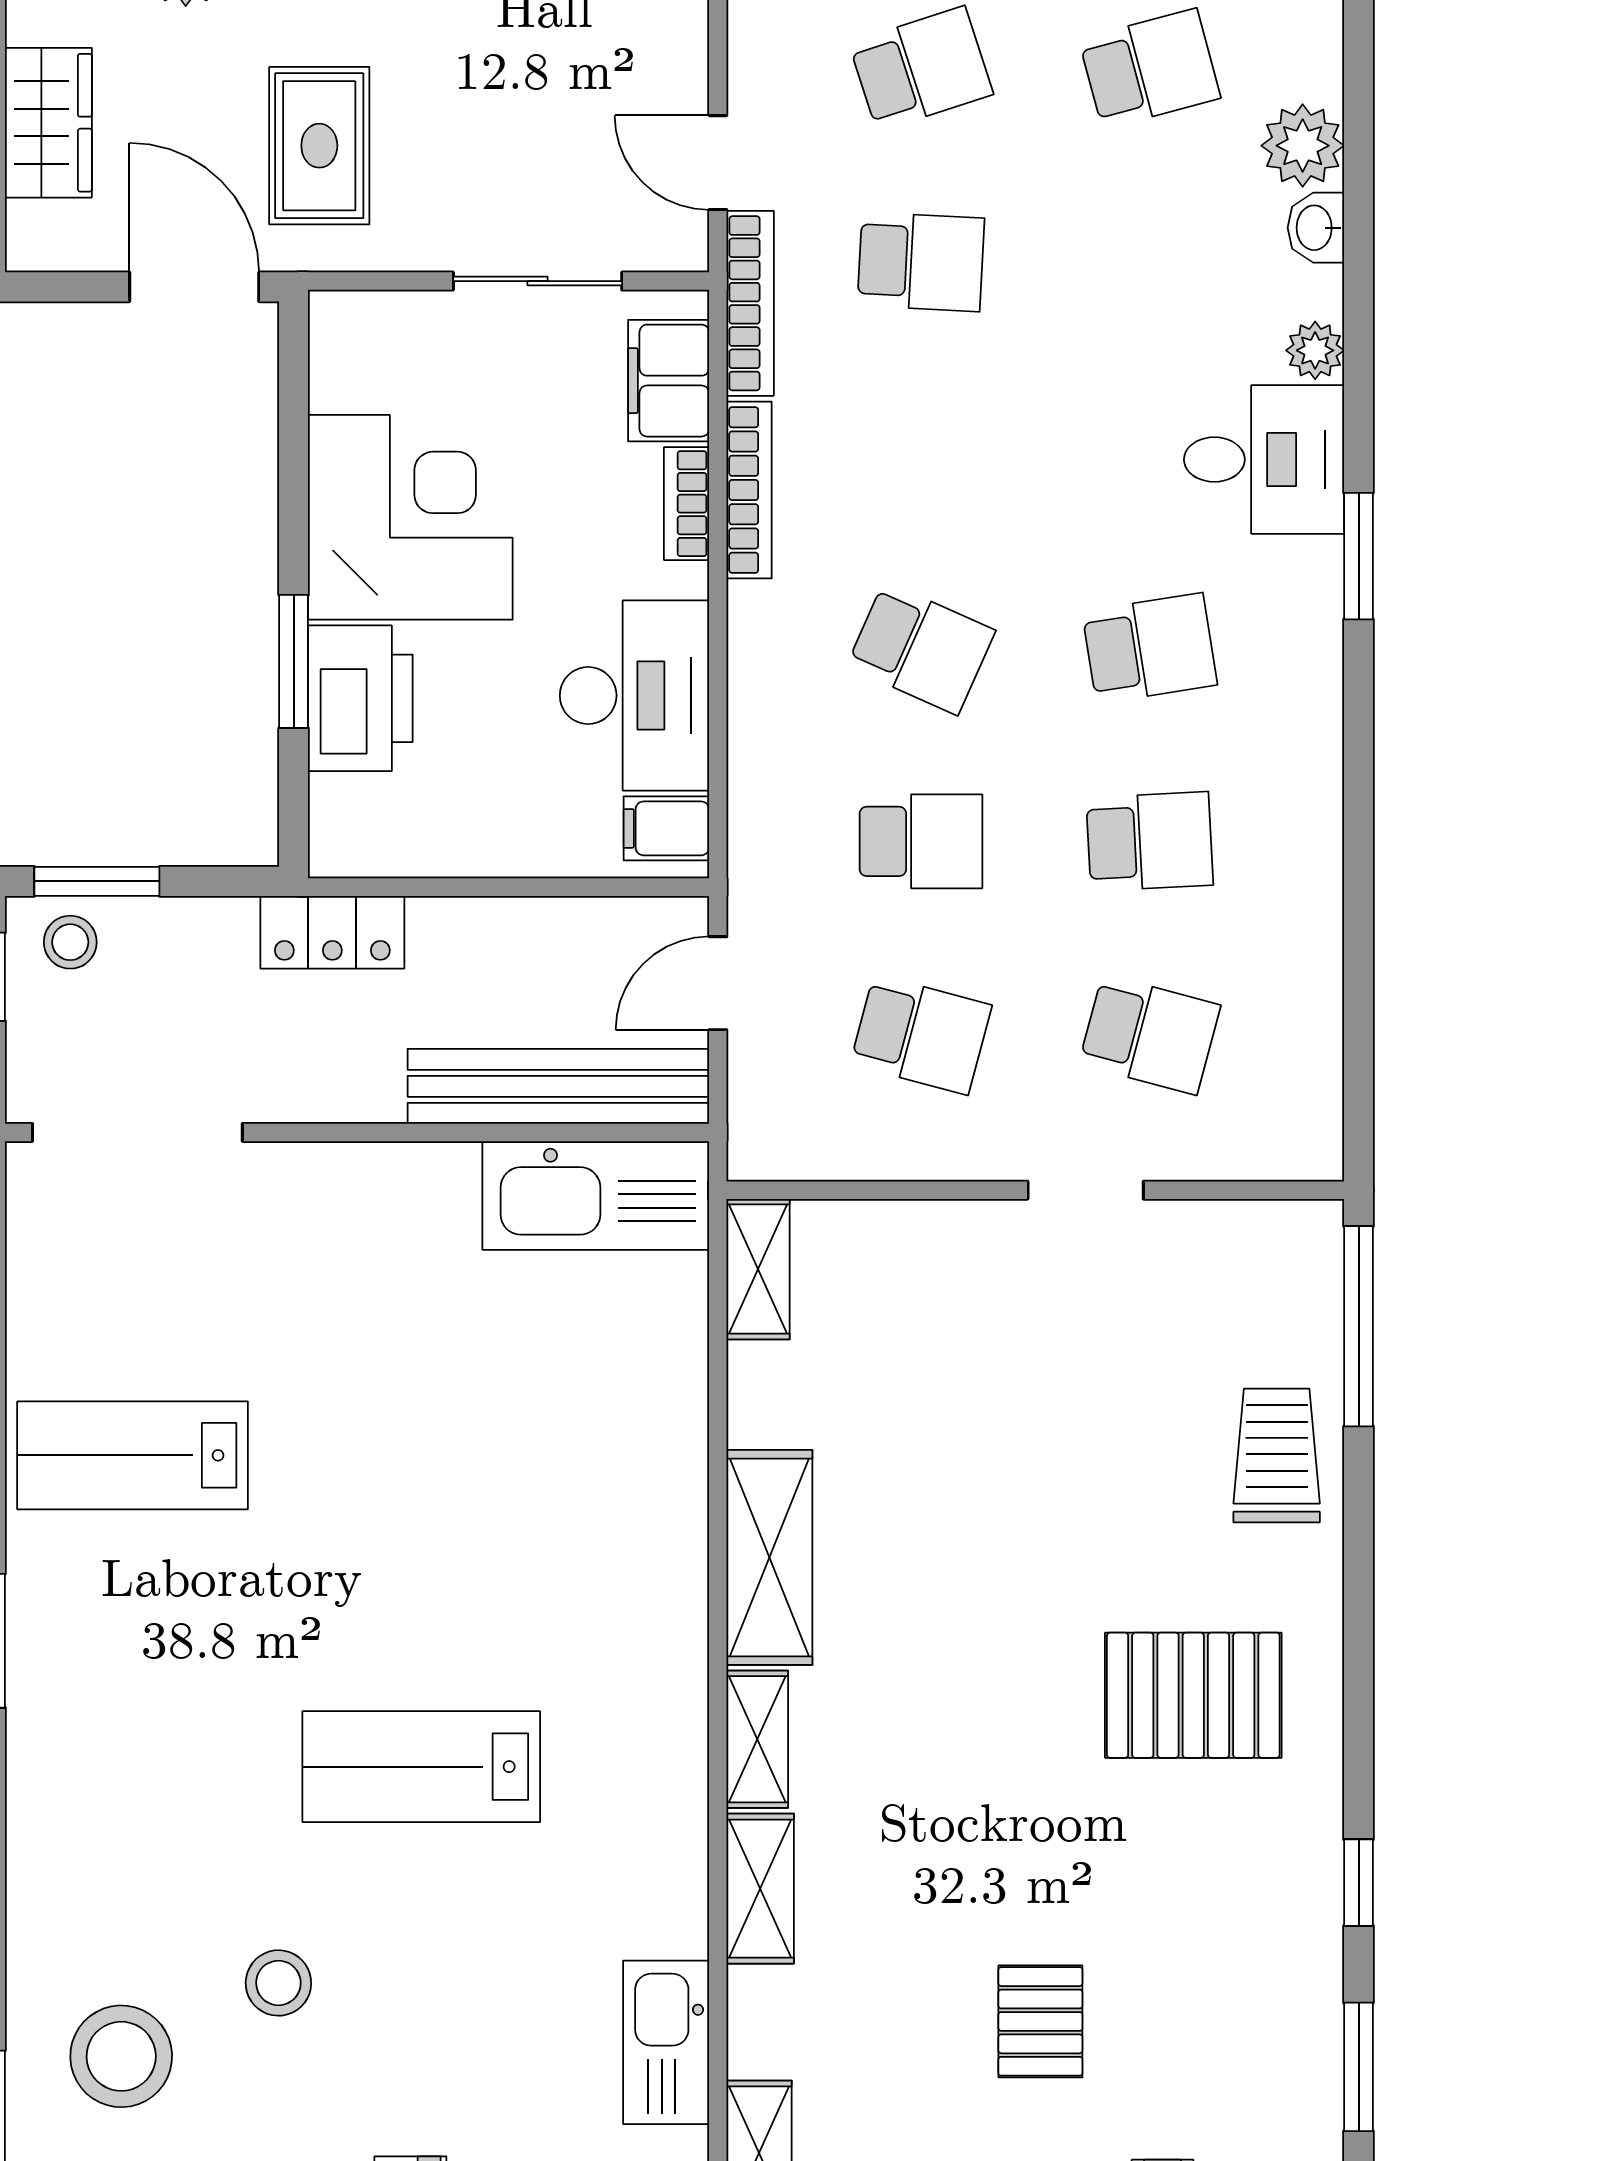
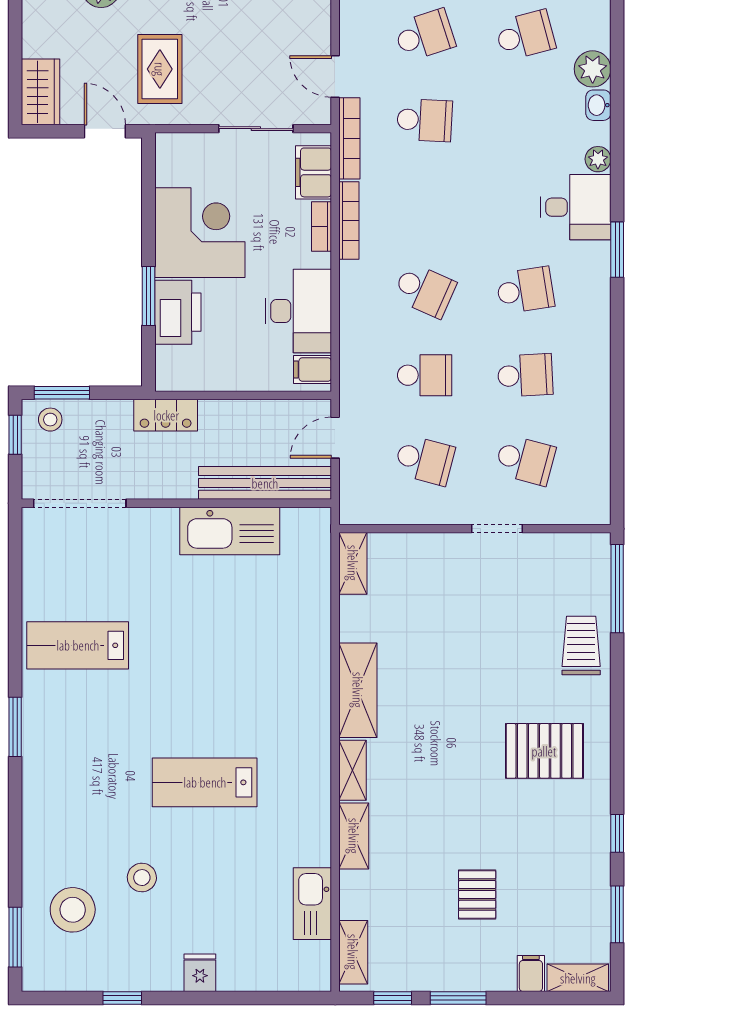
wardrobe: (48, 123) -> (41, 92), moved
door: (194, 287) -> (105, 131), width x0.73
kitchen sink: (596, 1196) -> (230, 531), moved

